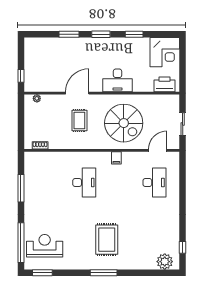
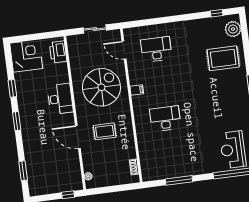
window: (69, 34) -> (23, 171), moved
rug: (107, 240) -> (223, 58), moved

